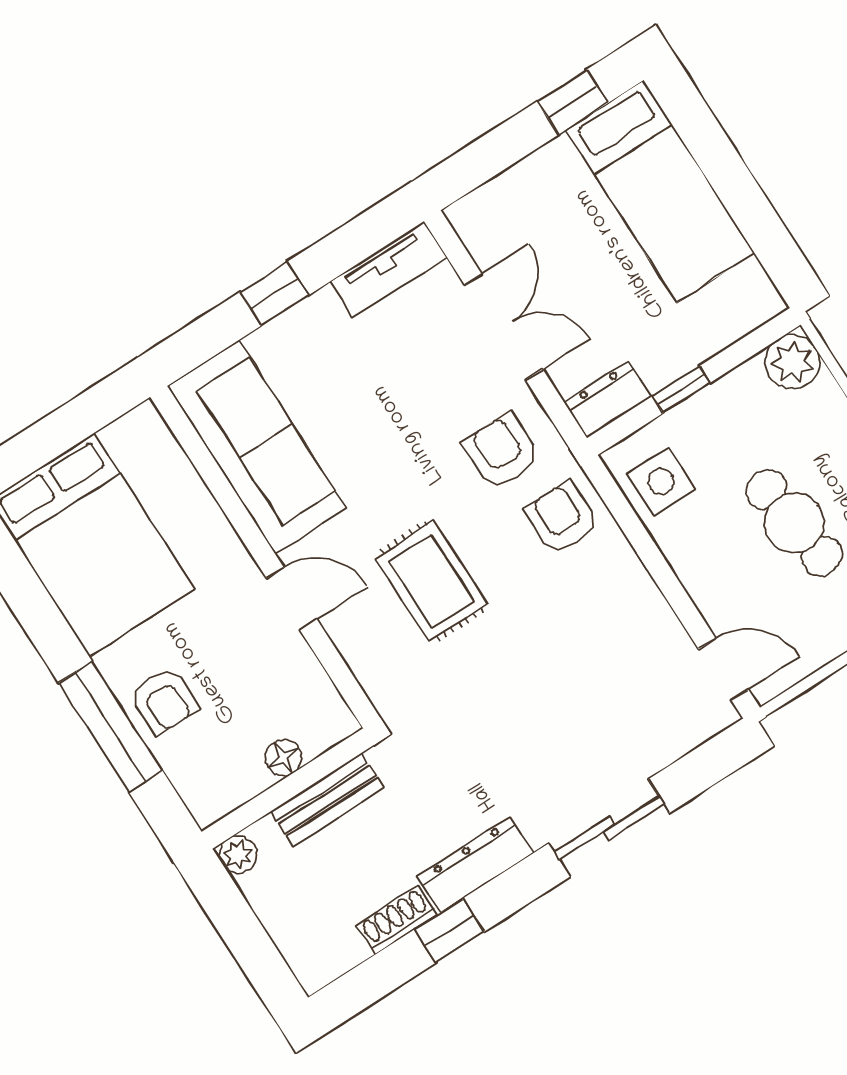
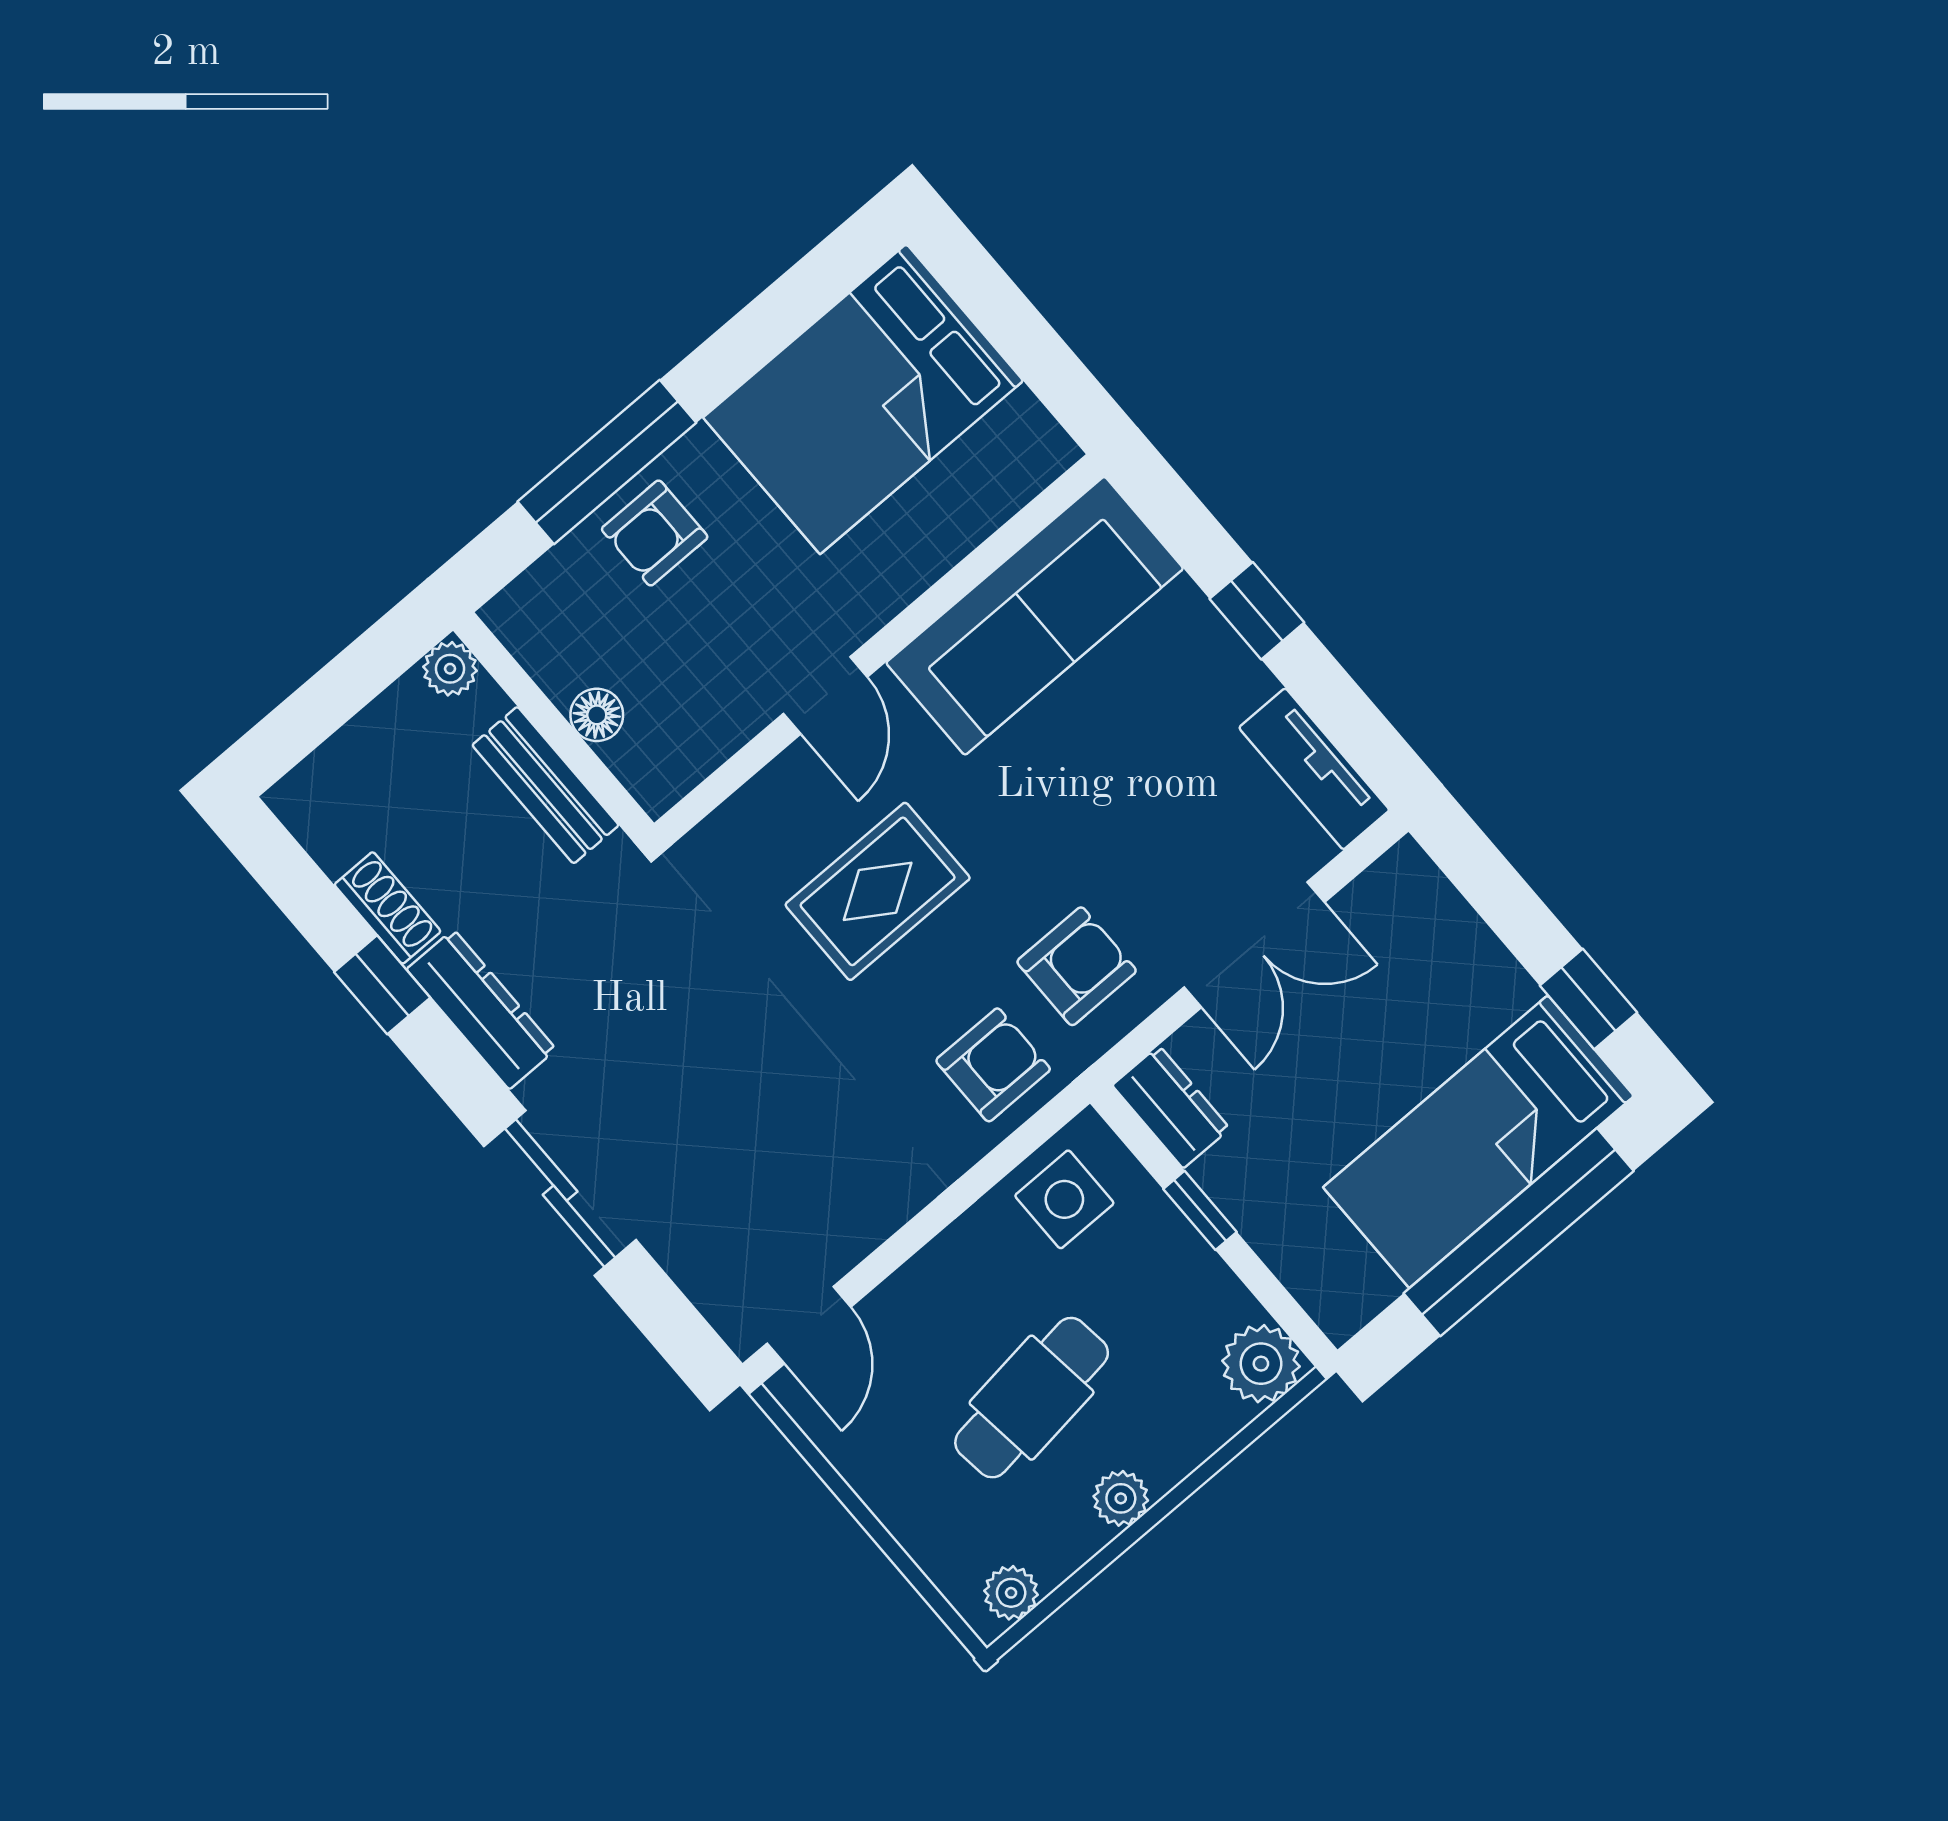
window: (726, 172) -> (1519, 1232), added

